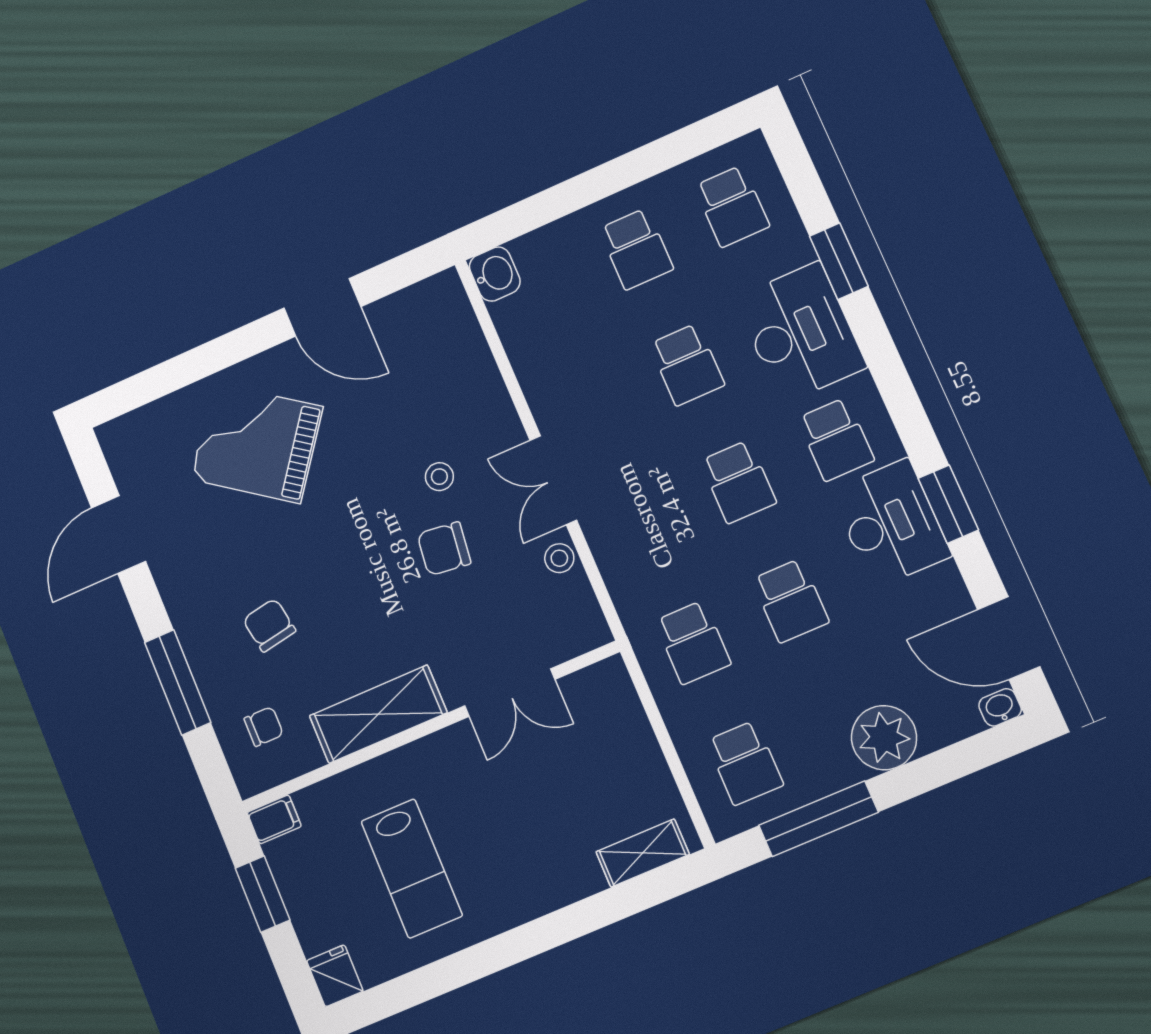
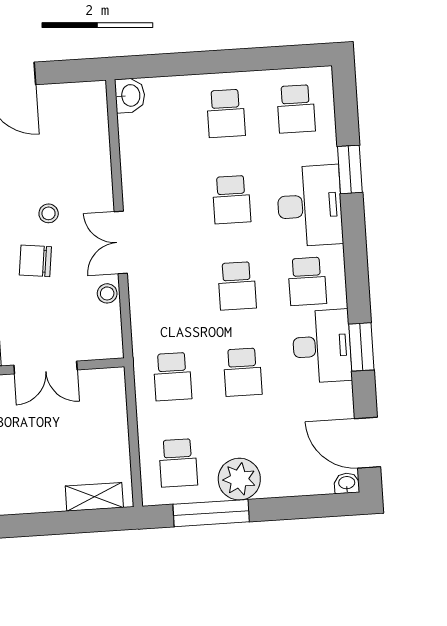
plant: (884, 738) -> (239, 479), moved

